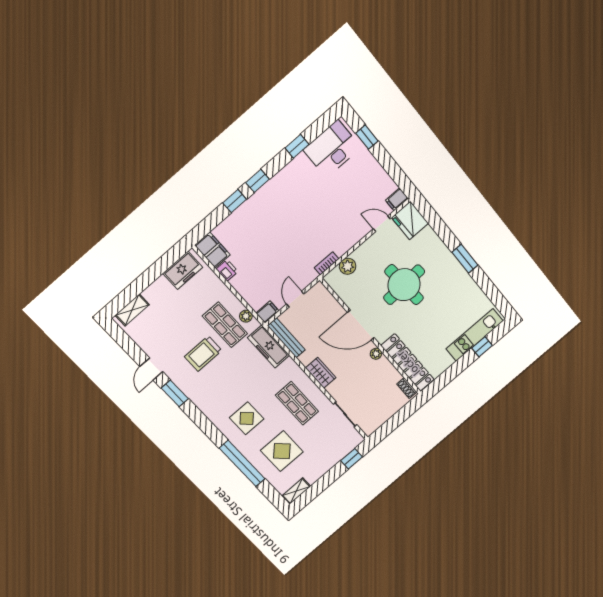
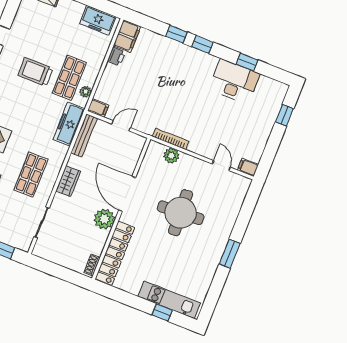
desk: (332, 149) -> (234, 81), moved
fridge: (410, 220) -> (237, 188), removed
bookcase: (327, 263) -> (171, 139), width x1.56
plant: (376, 354) -> (104, 219), width x1.88, depth x1.88

